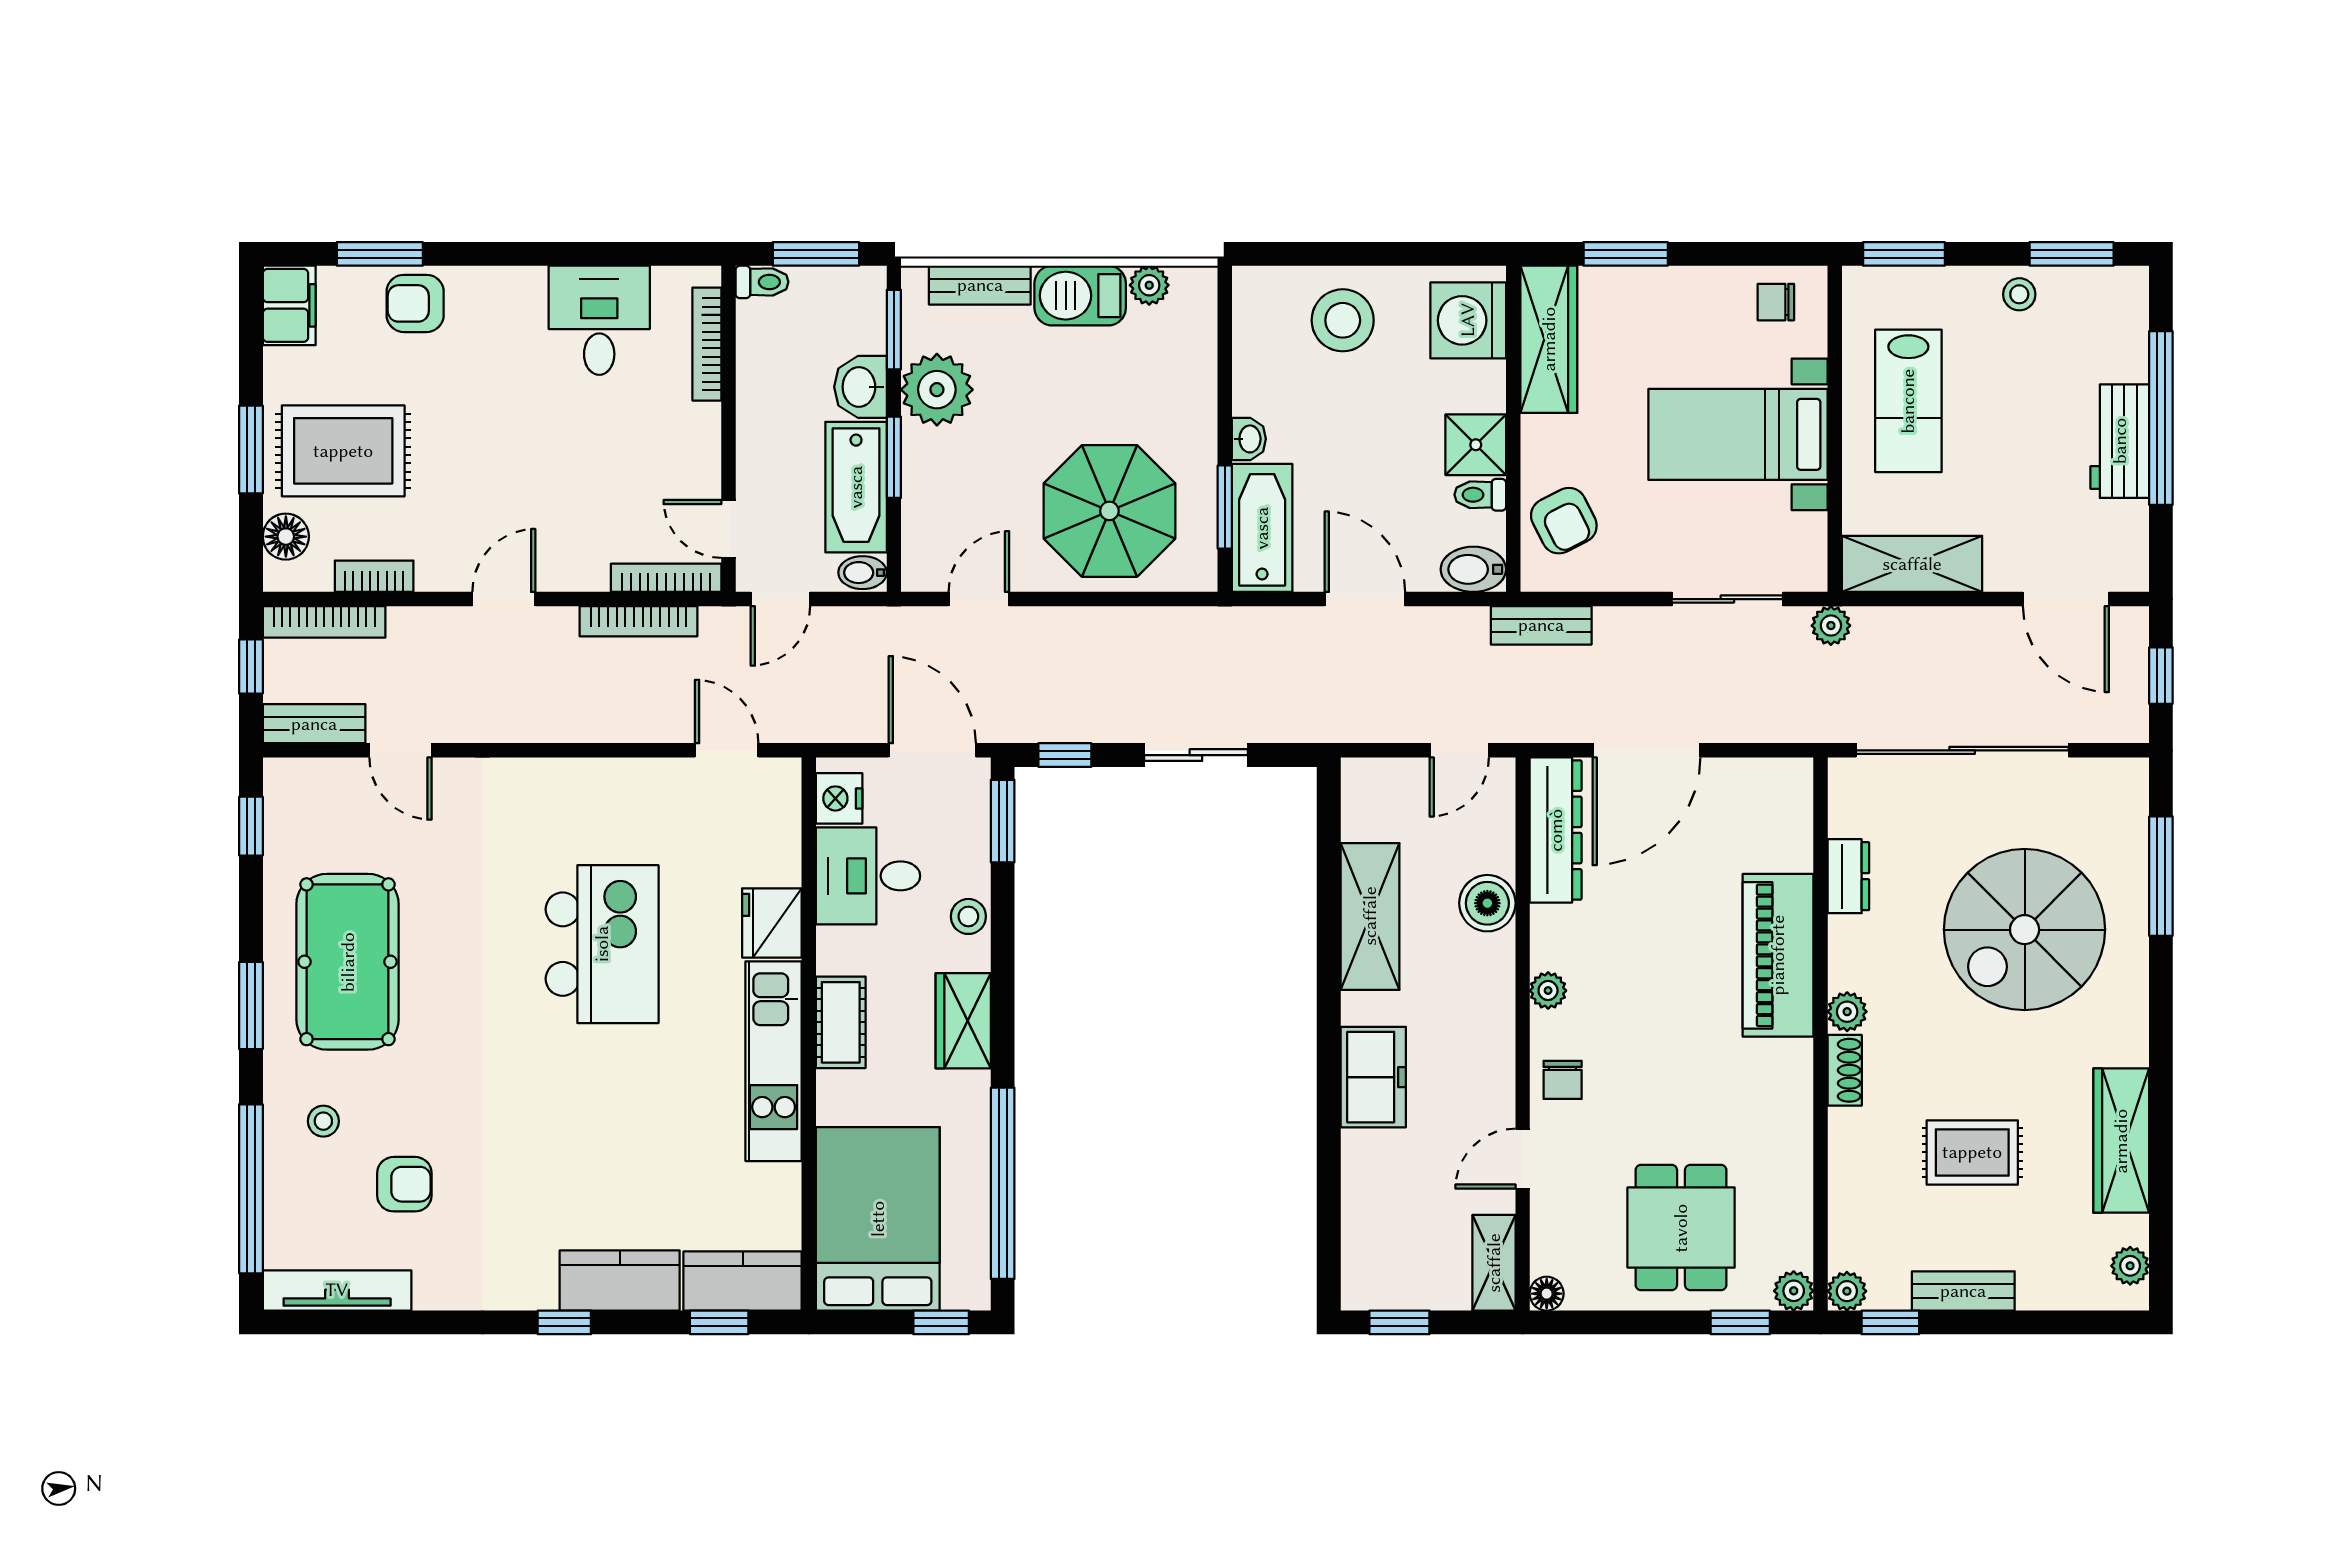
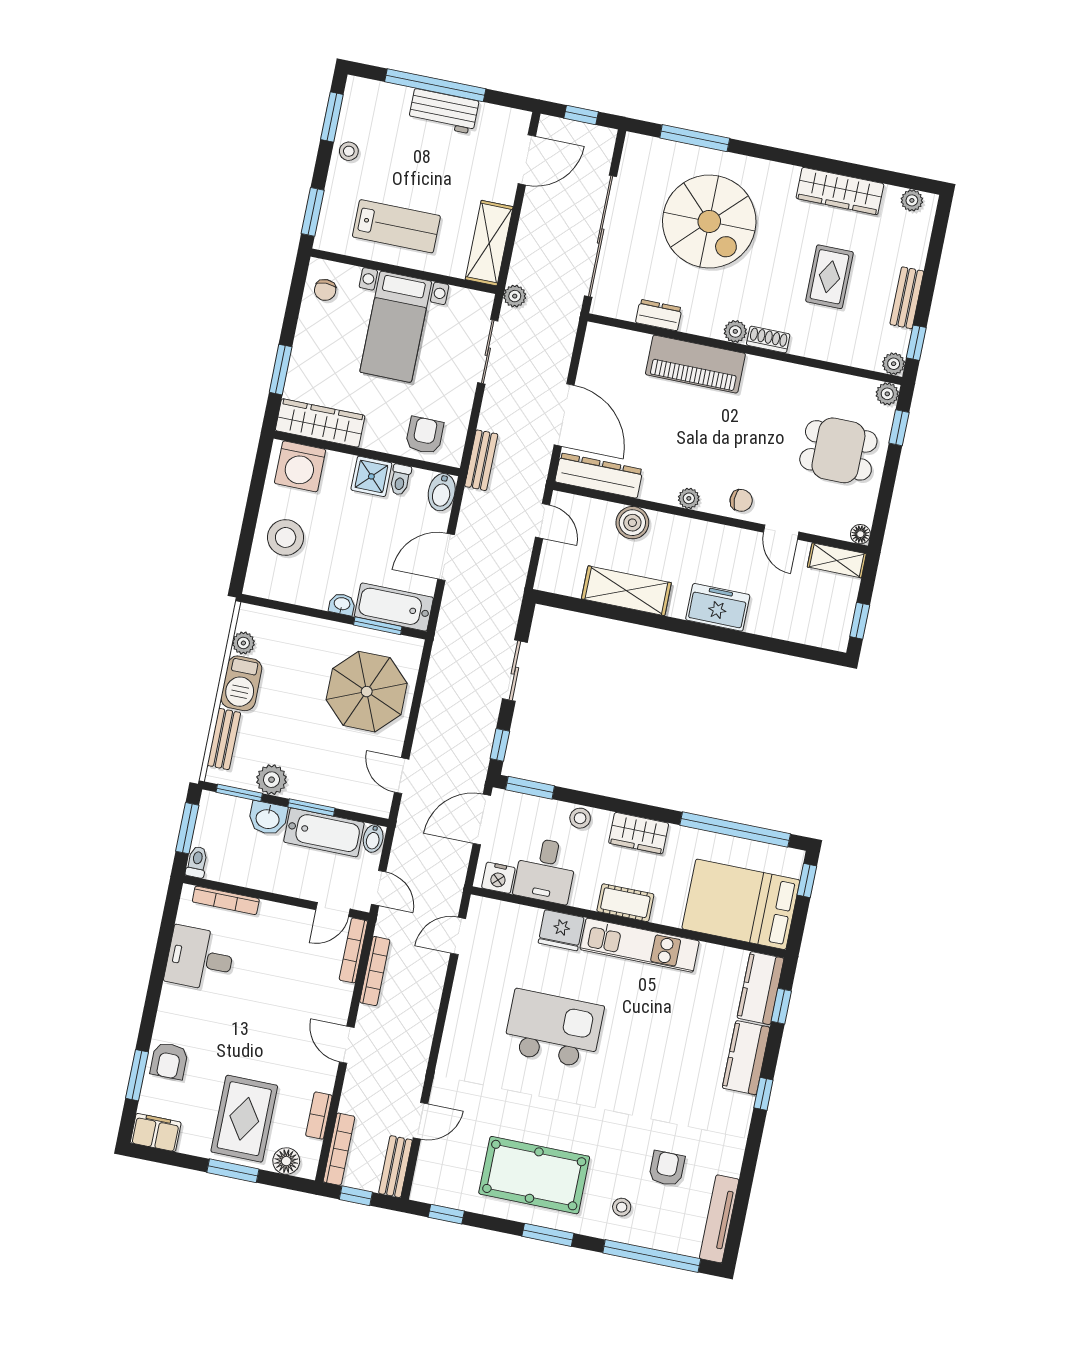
plant: (937, 390) -> (272, 780), width x0.73, depth x0.73
armchair: (1564, 521) -> (425, 435), turned -63

